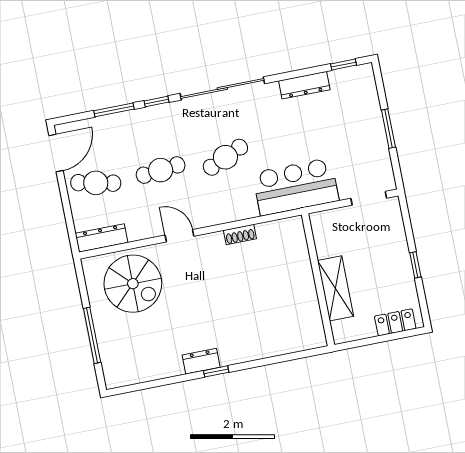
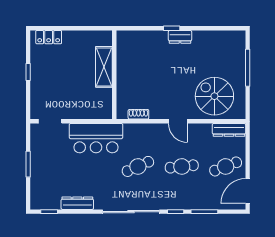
cafe table: (96, 183) -> (226, 166), turned -33
wall: (318, 280) -> (114, 75), moved
shelving: (336, 288) -> (104, 67), moved

